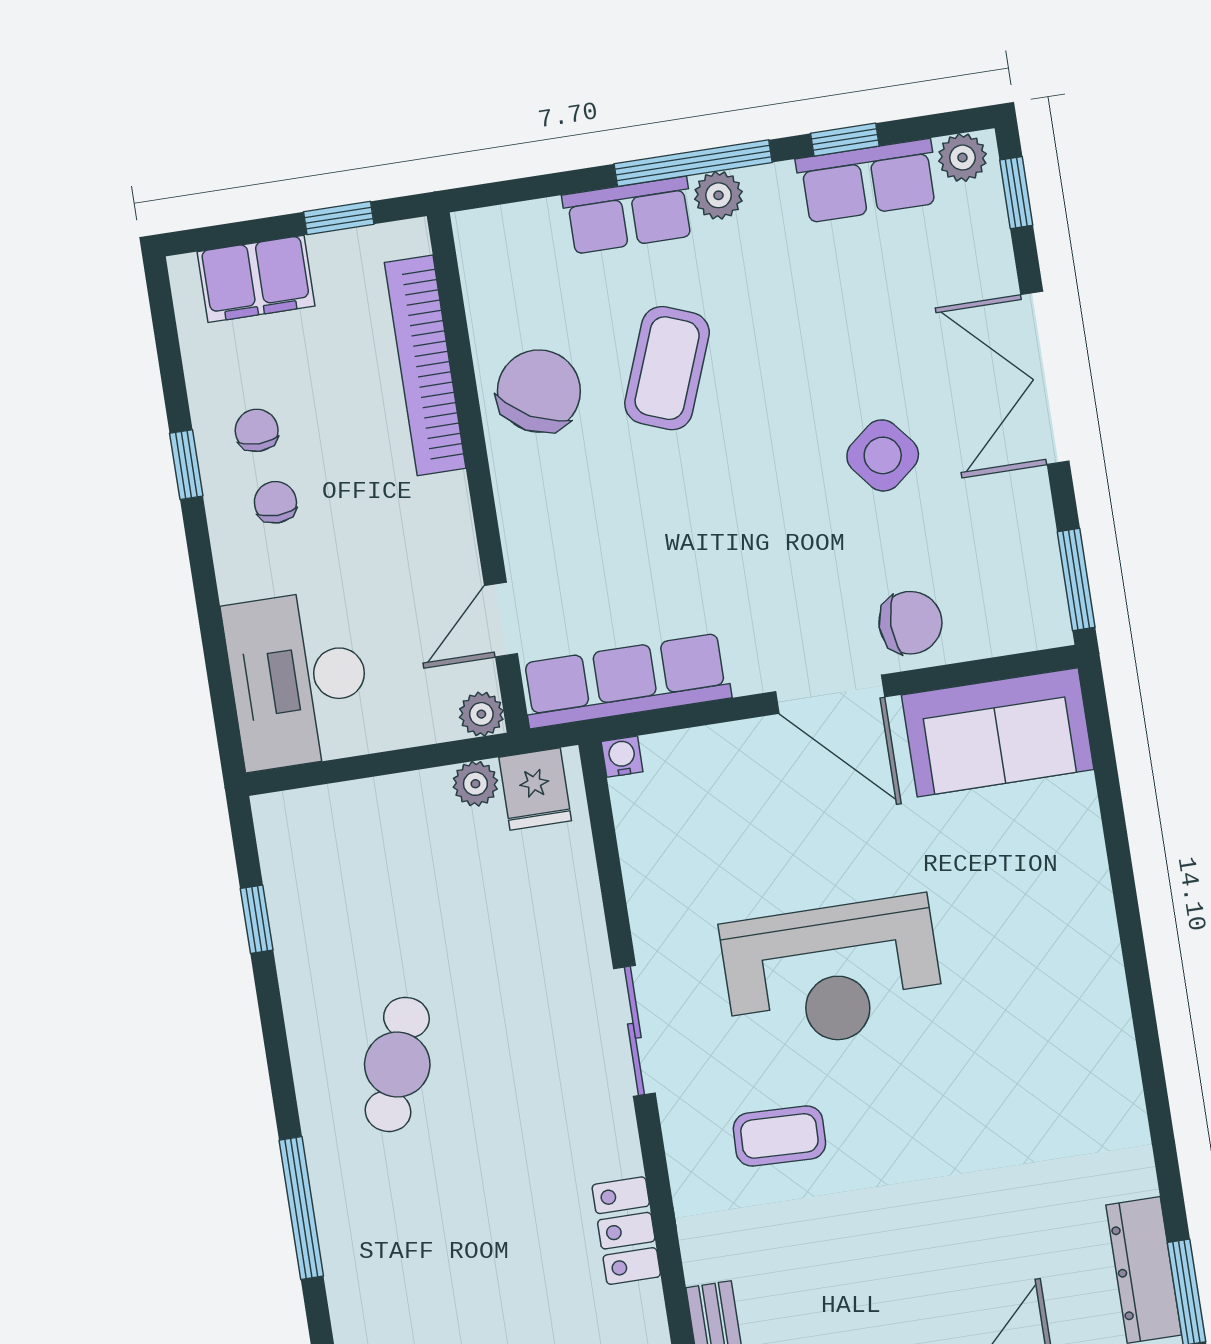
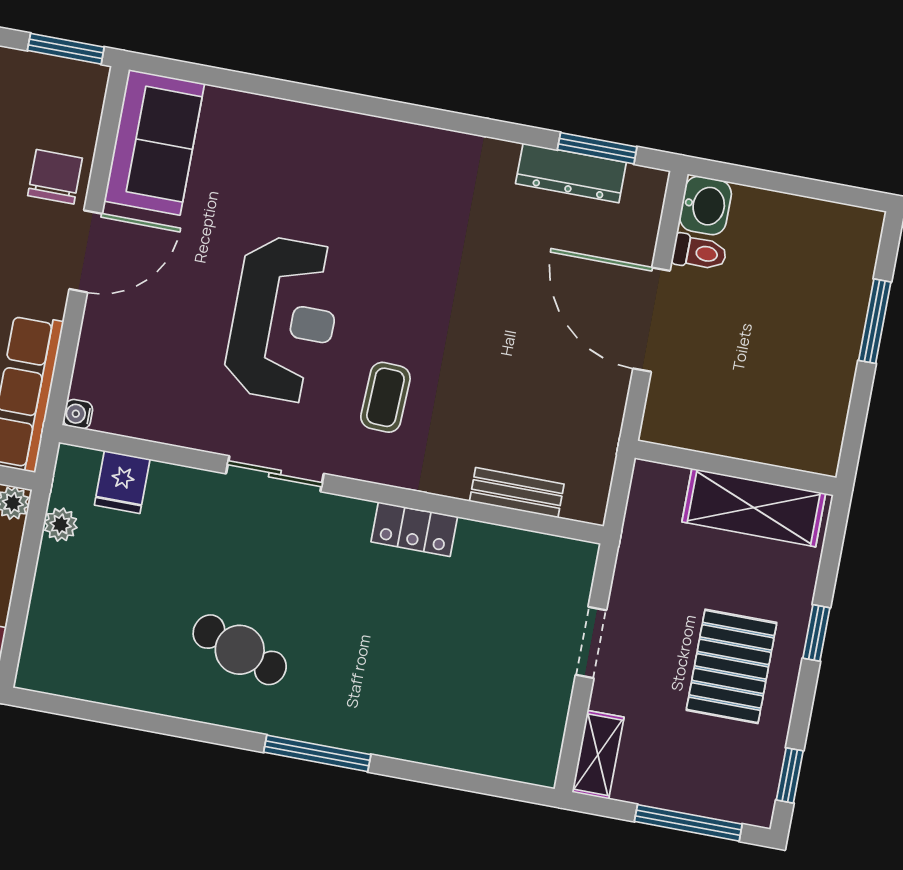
fridge: (535, 789) -> (122, 482), moved, turned 90
window: (257, 919) -> (102, 713), removed

